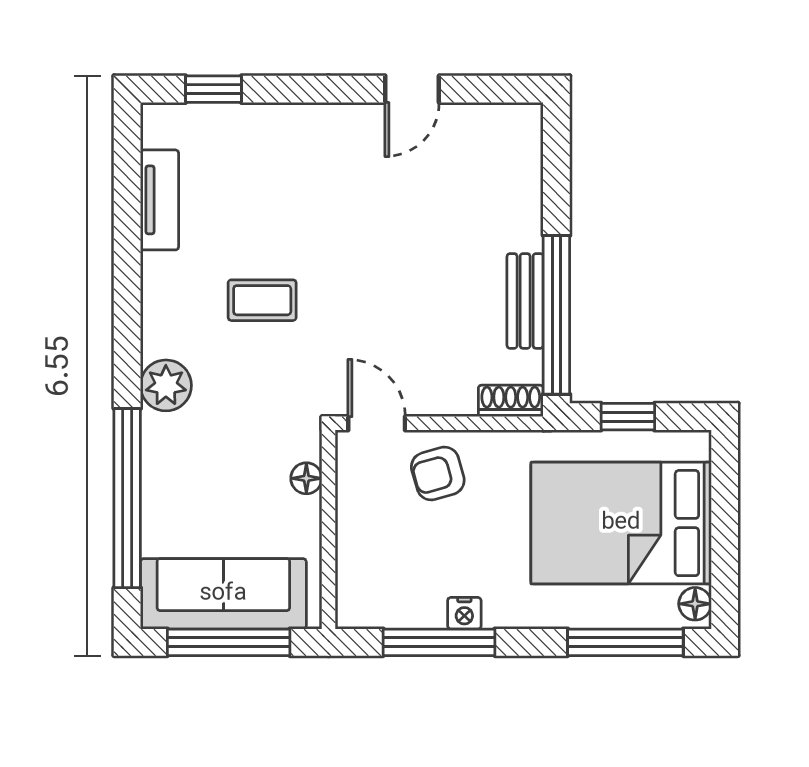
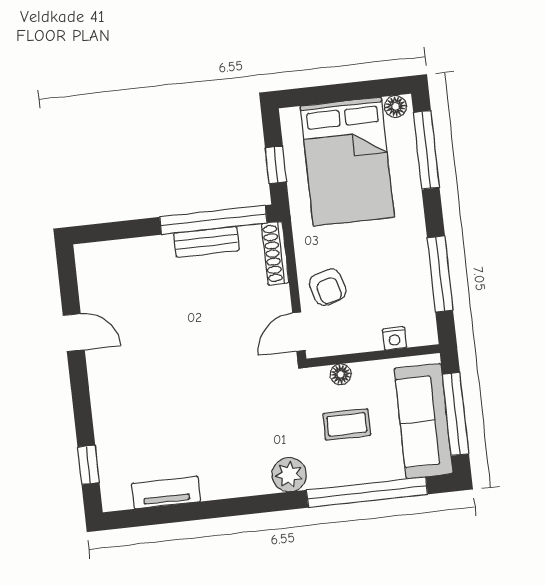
coffee table: (262, 300) -> (347, 424), moved, turned 90
shoe rack: (511, 401) -> (275, 253), width x1.43
nightstand: (464, 613) -> (394, 338), moved, turned 90

